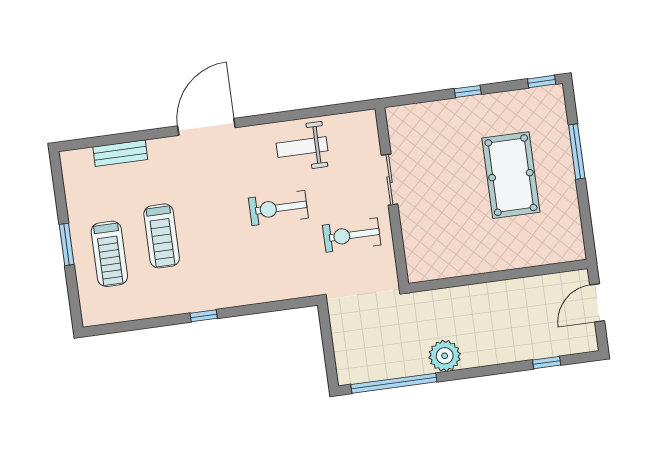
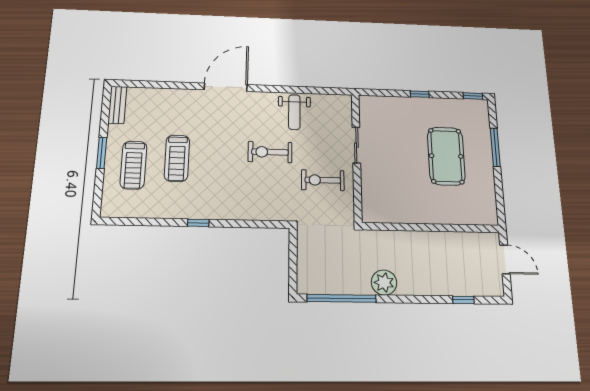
weight bench: (302, 147) -> (294, 112), turned -90
bench: (120, 153) -> (117, 105), moved, turned 90
door: (597, 303) -> (505, 259), swing flipped

